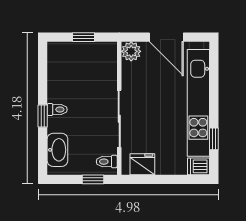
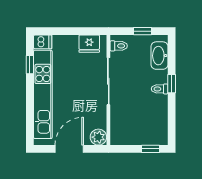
window: (83, 37) -> (150, 149), moved
door: (166, 37) -> (69, 149), hinge flipped
window: (93, 179) -> (143, 31), moved

